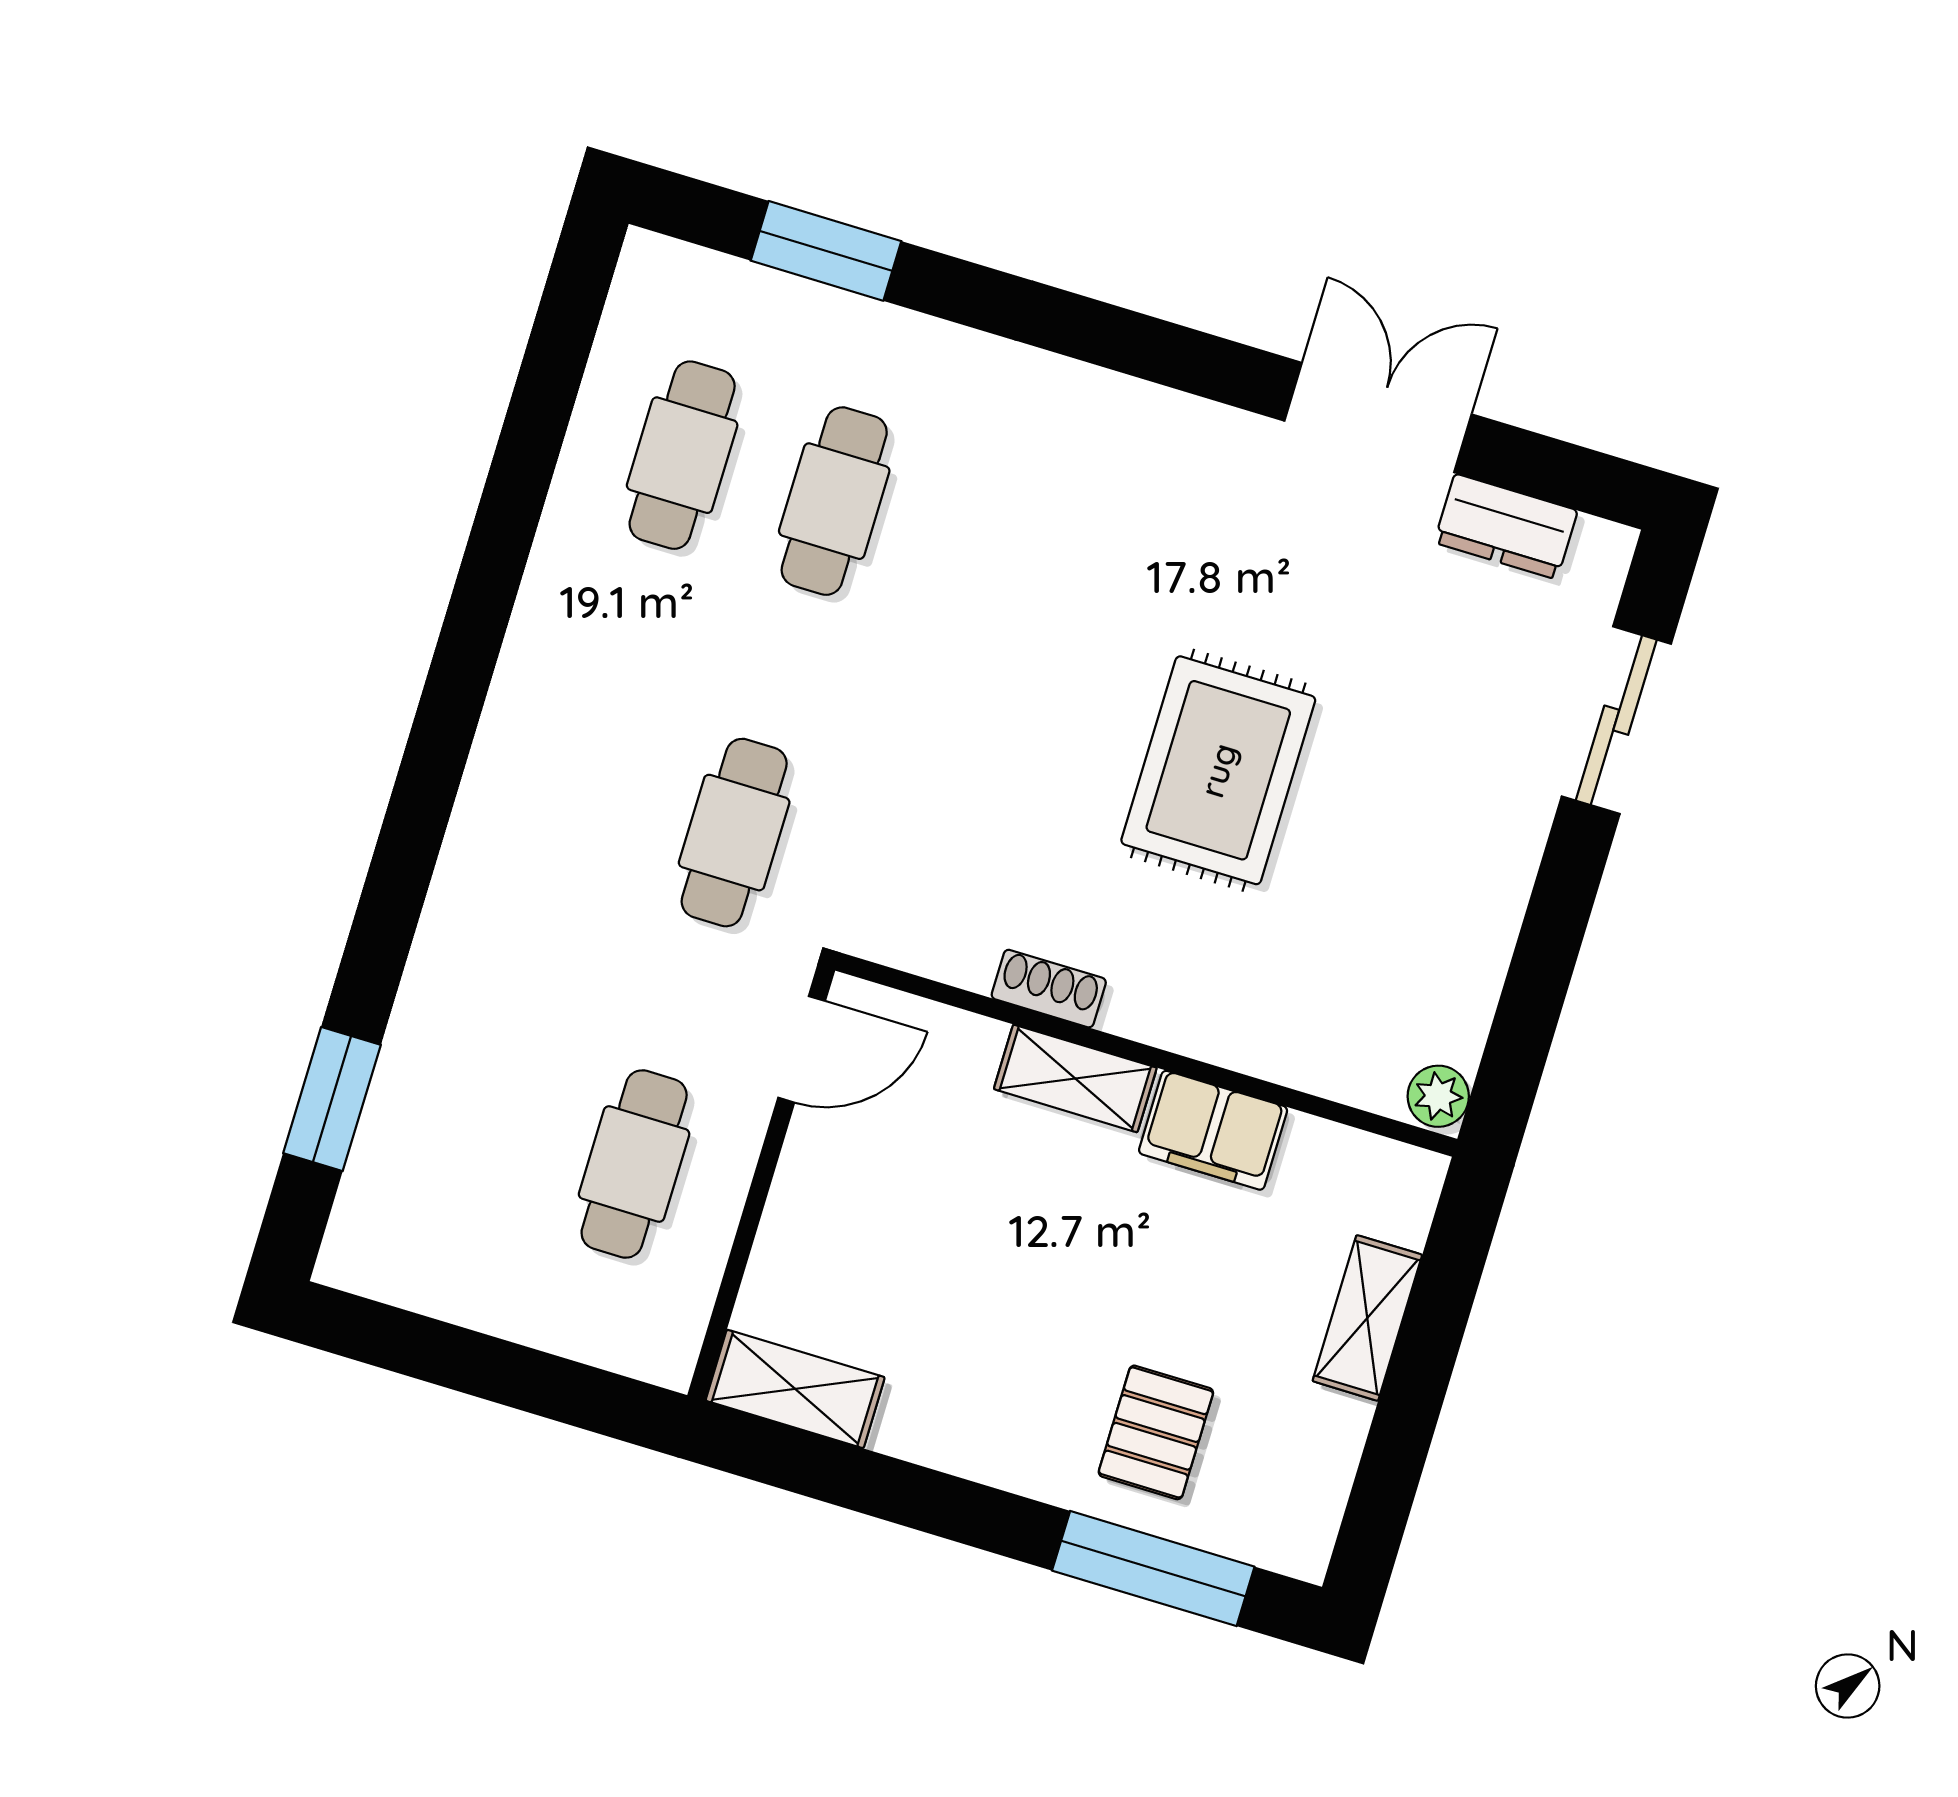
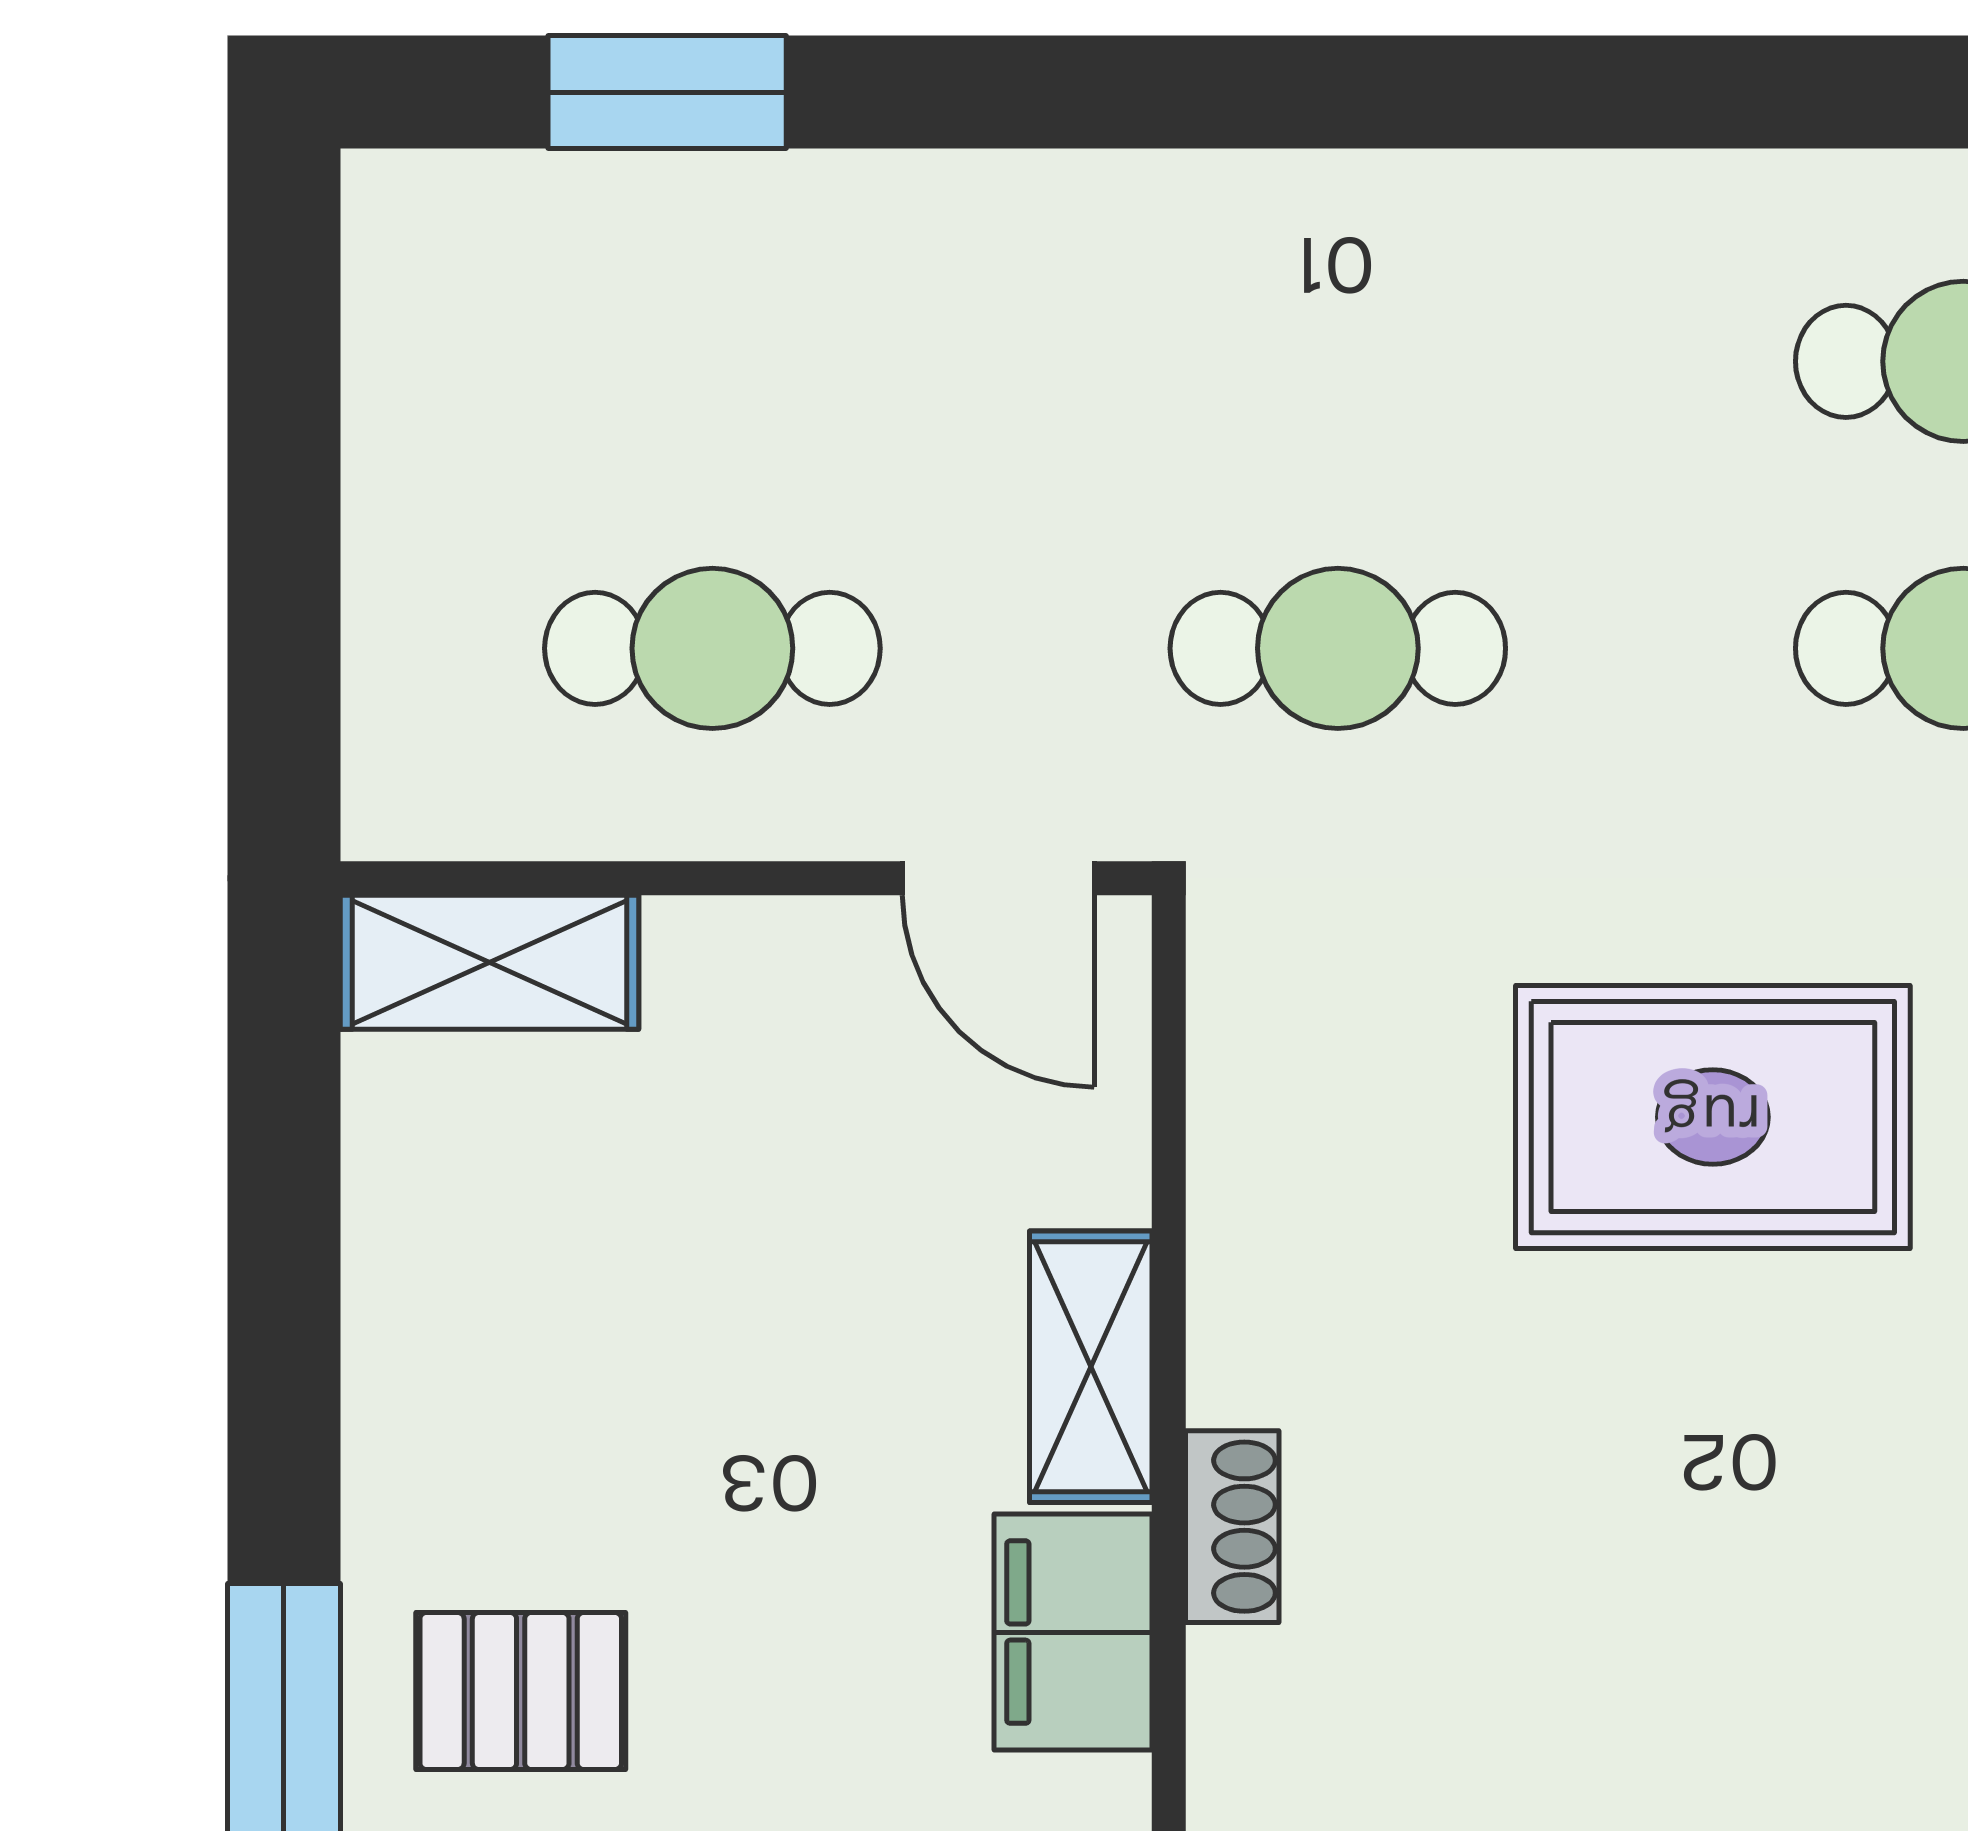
rug: (1218, 770) -> (1713, 1117), moved
shoe rack: (1049, 989) -> (1232, 1527), moved
shelving: (795, 1389) -> (490, 962), moved, turned 90

